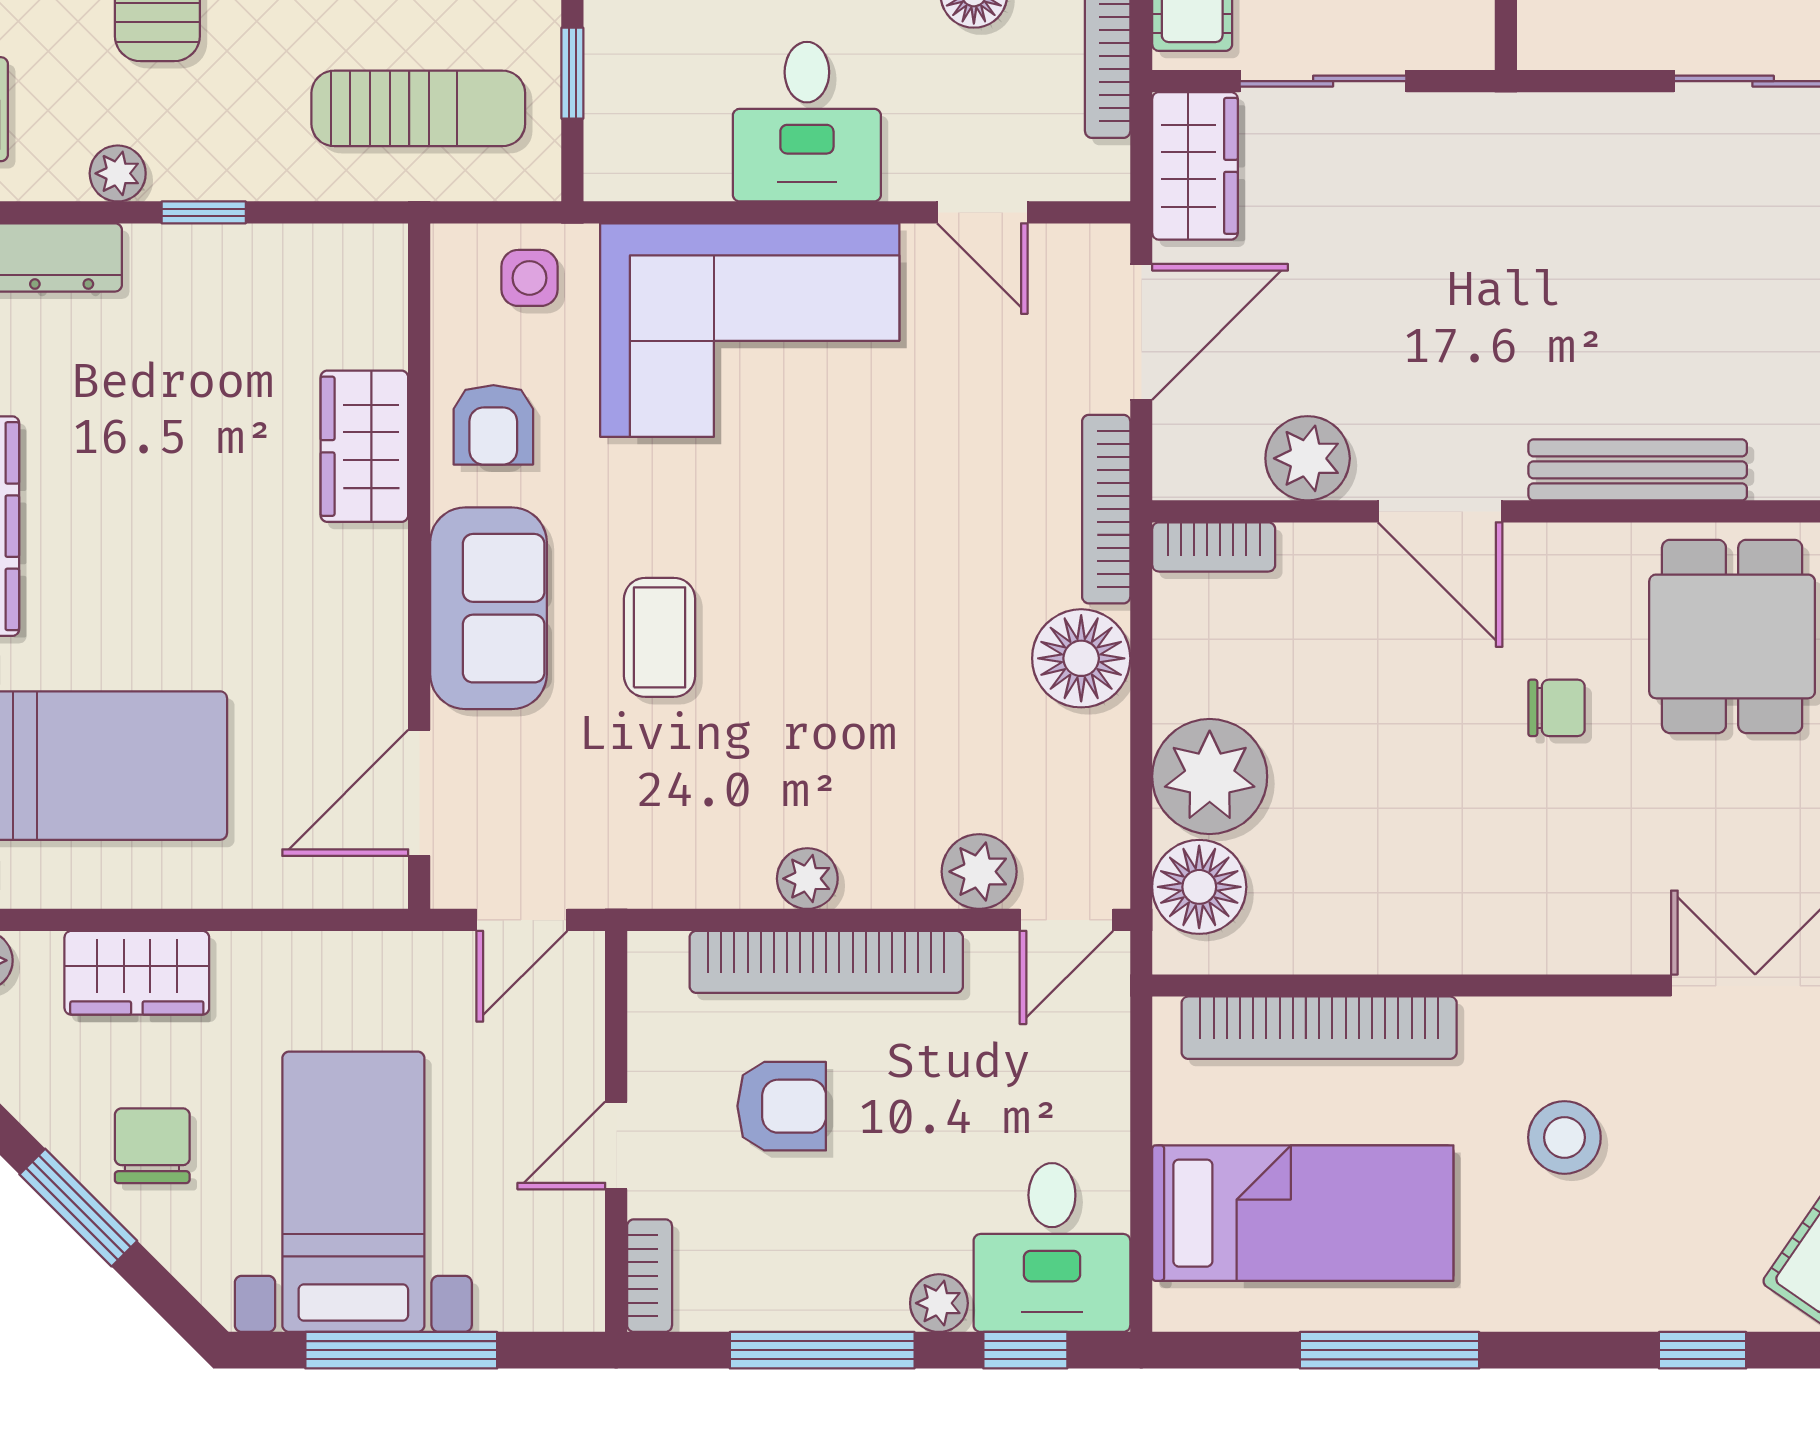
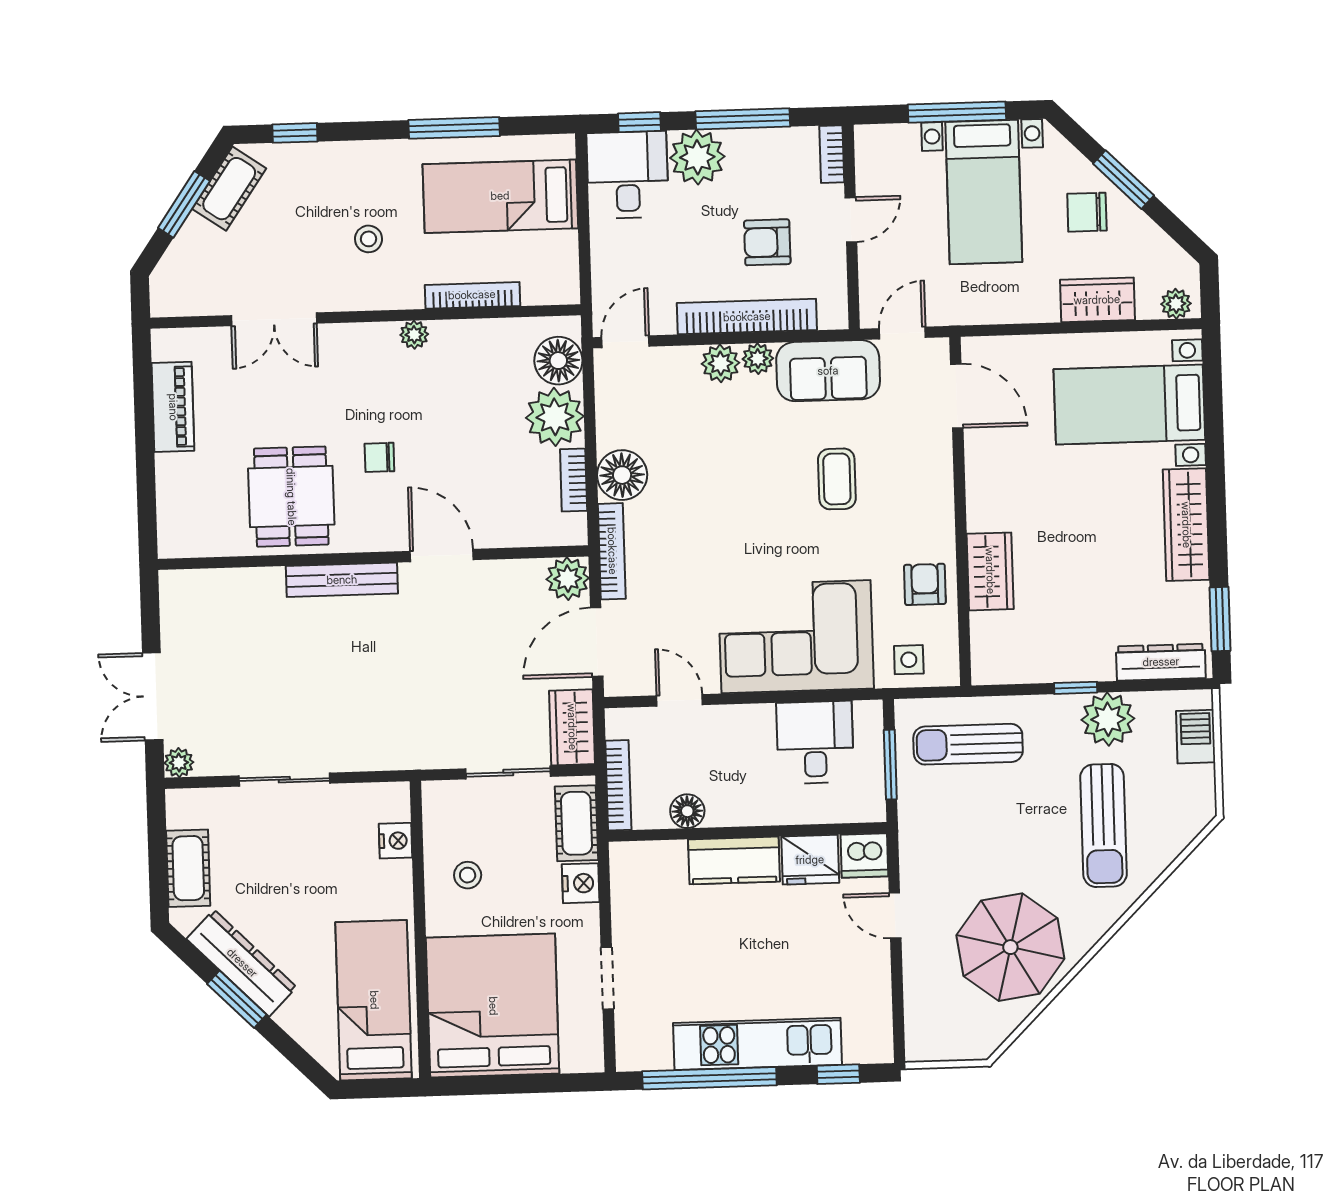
window: (572, 73) -> (890, 765), width x1.50
desk: (807, 122) -> (815, 742), moved
plant: (118, 173) -> (1108, 719), width x1.88, depth x1.88
plant: (1308, 458) -> (568, 579), moved
bookcase: (1214, 547) -> (574, 480), moved, turned -90
sofa: (488, 608) -> (828, 371), moved, turned -90
door: (419, 793) -> (957, 396), hinge flipped
plant: (979, 872) -> (721, 363), moved
plant: (1481, 947) -> (414, 335), added
bookcase: (1319, 1028) -> (472, 295), width x0.68, depth x0.76
stool: (1564, 1137) -> (369, 239), width x0.73, depth x0.73
chair: (152, 1146) -> (1087, 212), turned 90
plant: (939, 1303) -> (697, 157), width x1.88, depth x1.88

